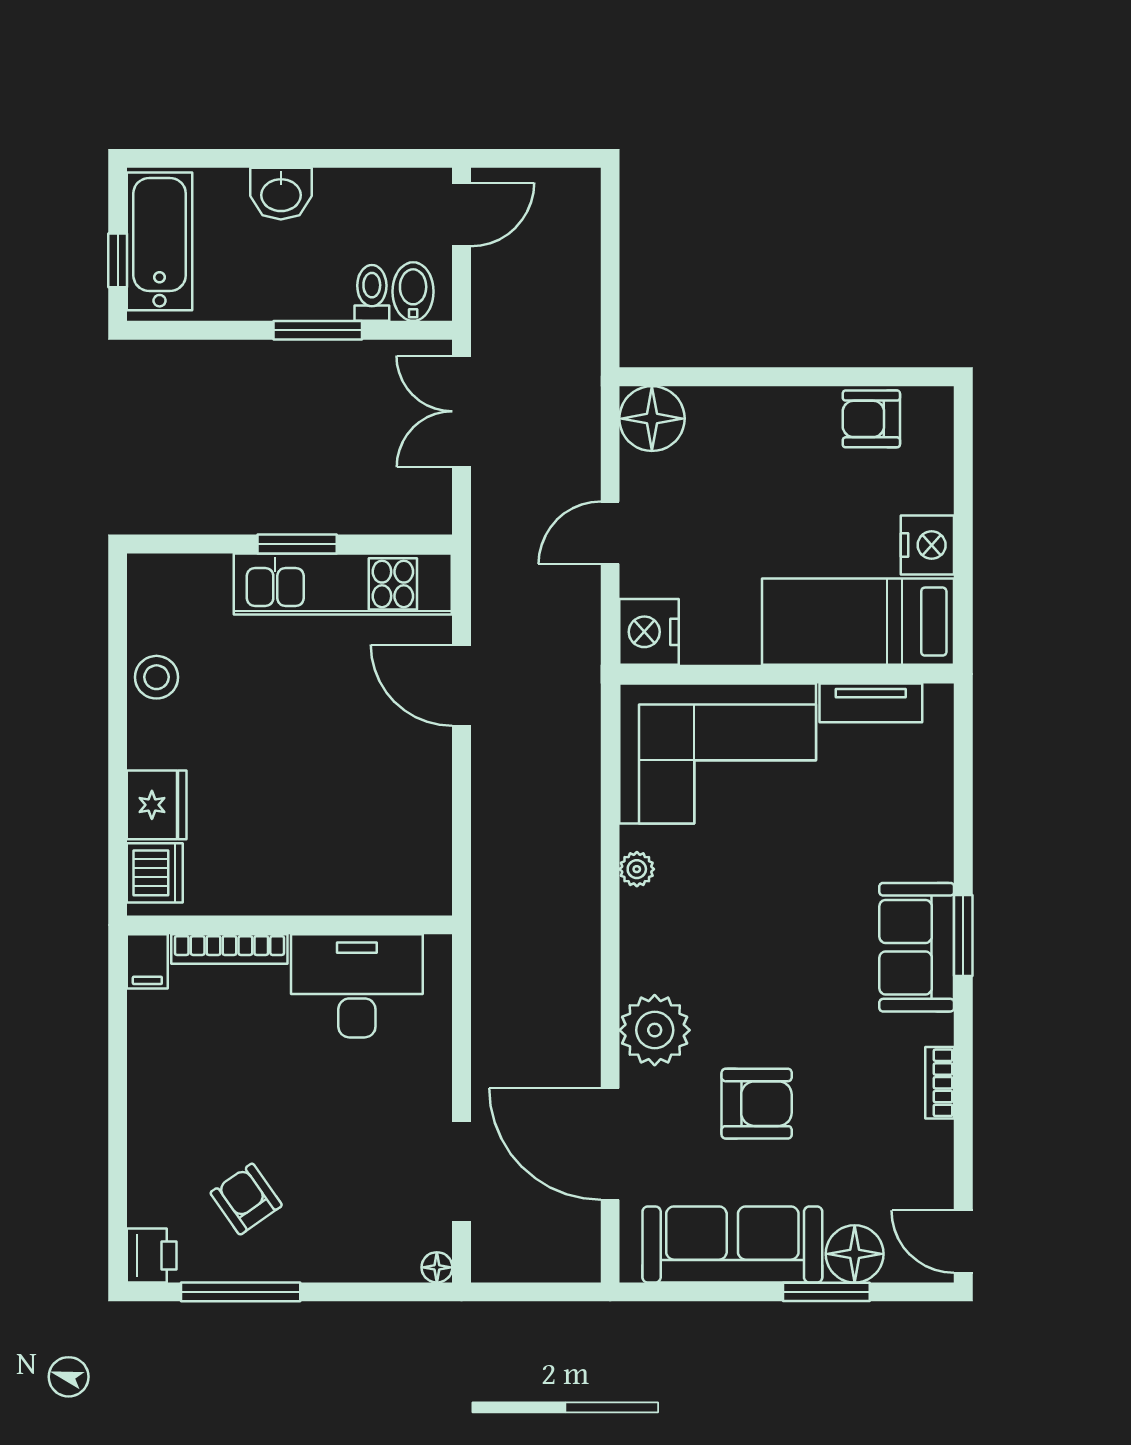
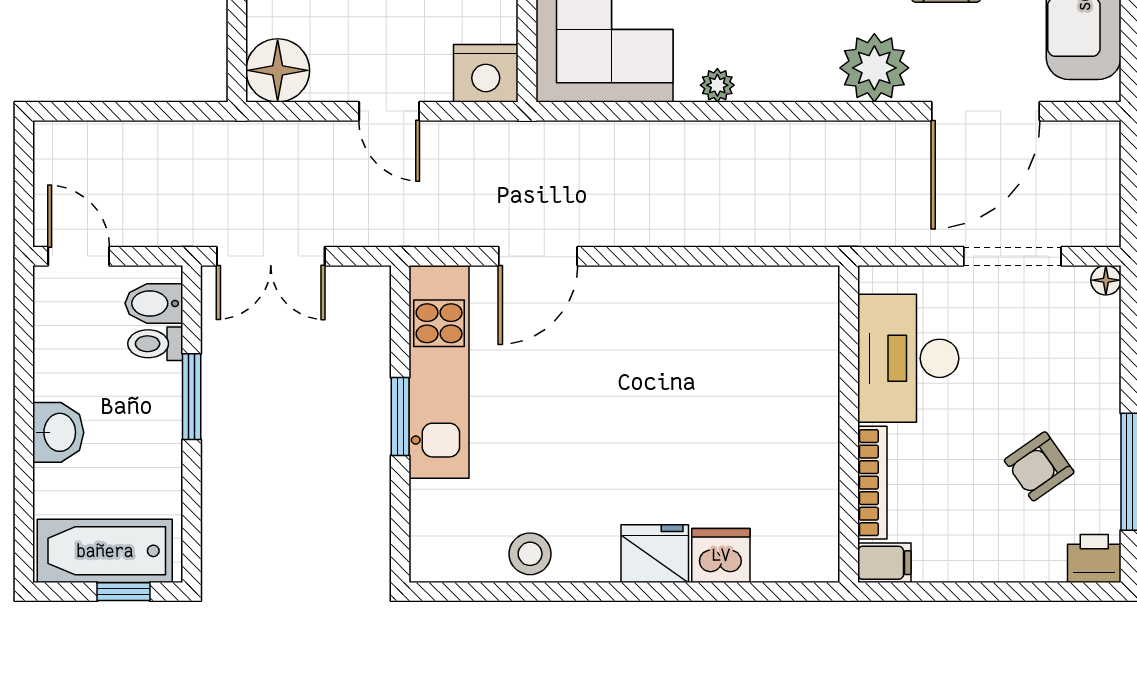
wall: (290, 925) -> (849, 424), moved
bookcase: (229, 949) -> (872, 483), moved
filing cabinet: (147, 961) -> (884, 563), moved
desk: (357, 986) -> (908, 358), moved

